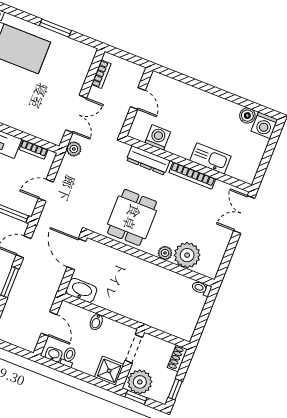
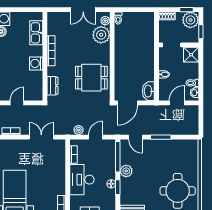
washing machine: (158, 137) -> (36, 63), moved
plant: (74, 149) -> (79, 130), moved
kitchen sink: (210, 158) -> (36, 33), moved
dresser: (148, 160) -> (52, 86), width x0.70
door: (46, 190) -> (96, 137), swing flipped
double door: (244, 214) -> (83, 10), moved
plant: (165, 253) -> (105, 21), moved
plant: (140, 382) -> (190, 20), moved

